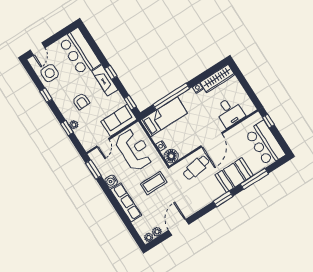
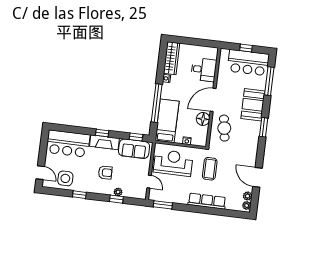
sofa: (119, 120) -> (134, 149), moved, turned -90
window: (268, 121) -> (246, 48), moved
door: (211, 140) -> (213, 100), swing flipped
floor lamp: (171, 156) -> (203, 119), moved
window: (254, 179) -> (269, 81), moved
water cooler: (111, 181) -> (182, 199), removed

